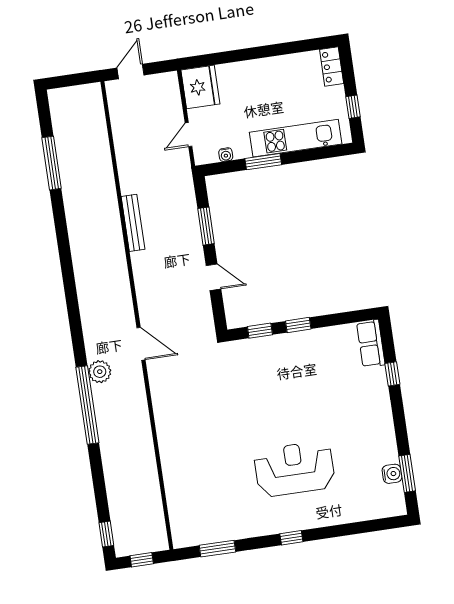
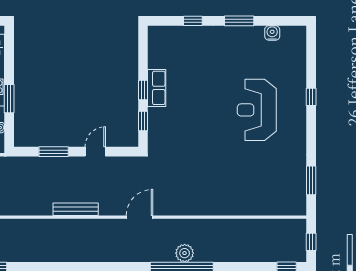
bench: (133, 223) -> (76, 209), moved
row of seats: (371, 344) -> (157, 88), moved, turned -90
plant: (100, 372) -> (185, 253), moved
window: (407, 473) -> (239, 21), moved
window: (291, 538) -> (311, 97), moved

